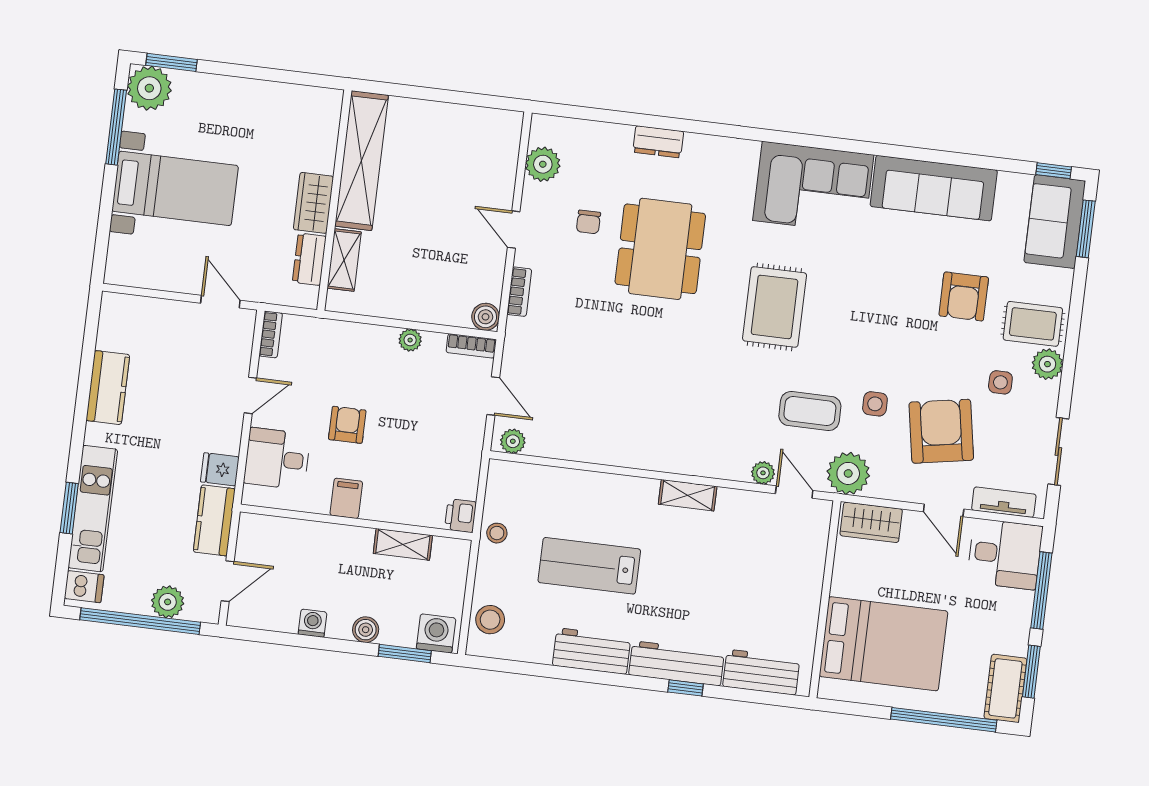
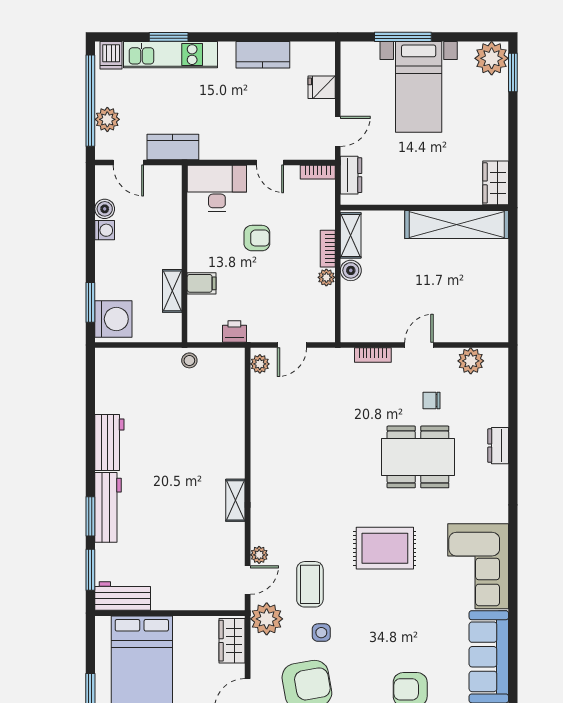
window: (116, 127) -> (403, 37), moved
wardrobe: (313, 203) -> (496, 183), moved, turned -90
dresser: (309, 259) -> (351, 175), moved, turned 90
shelving: (344, 260) -> (351, 235), moved, turned 90
boiler: (485, 317) -> (351, 270), moved
bookcase: (471, 346) -> (328, 249), moved
desk: (277, 459) -> (217, 188), width x1.37
fridge: (220, 469) -> (322, 87), moved, turned -90
filing cabinet: (346, 498) -> (202, 283), moved
printer: (461, 516) -> (234, 332), moved
lab bench: (589, 566) -> (173, 433), removed
stool: (490, 620) -> (124, 363), removed
boiler: (366, 630) -> (105, 209), moved
washing machine: (436, 633) -> (113, 319), width x1.37, depth x1.37
workbench: (761, 672) -> (123, 596), moved, turned -90
window: (686, 688) -> (90, 516), width x1.50
window: (755, 697) -> (90, 570), added

